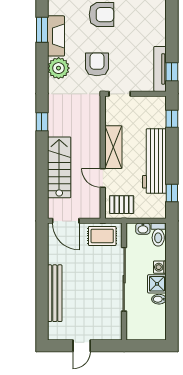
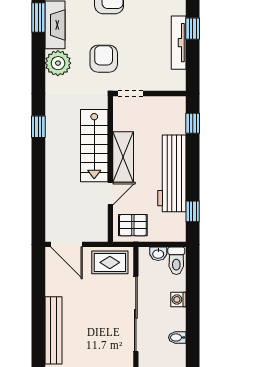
tv unit: (160, 69) -> (179, 43), moved
window: (172, 72) -> (193, 29), moved
stairs: (59, 167) -> (94, 146), moved, turned 180
door: (103, 178) -> (110, 194), swing flipped
shower: (157, 284) -> (175, 319), removed

